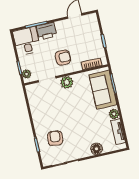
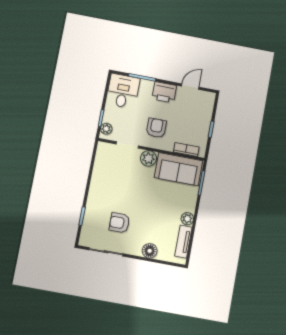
printer: (46, 31) -> (164, 92), moved
armchair: (63, 58) -> (156, 128), turned -90
sofa: (103, 90) -> (178, 169), moved, turned -90
armchair: (55, 138) -> (119, 223), moved, turned -96

